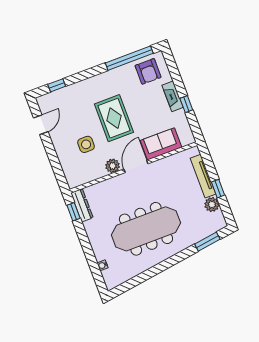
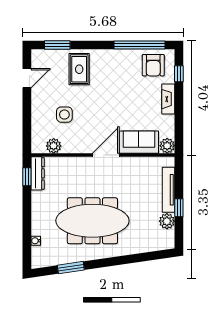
window: (57, 85) -> (57, 45), width x1.50
window: (186, 104) -> (179, 74), moved
rug: (114, 118) -> (79, 69), moved, width x0.73, depth x0.70
plant: (187, 138) -> (167, 146), added
plant: (113, 166) -> (54, 146), moved
window: (207, 242) -> (71, 268), moved

